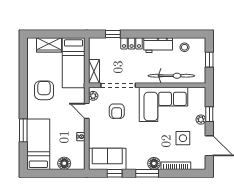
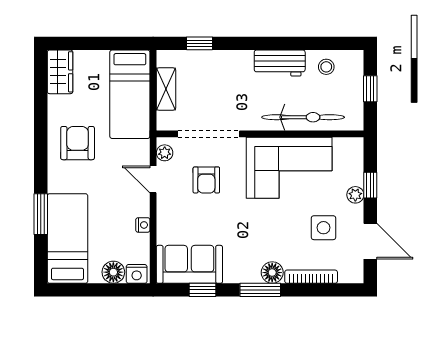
locker: (132, 43) -> (233, 60), removed
wardrobe: (49, 45) -> (60, 72), moved, turned -90
shelving: (94, 71) -> (166, 89), moved
nightstand: (77, 164) -> (137, 274), added

